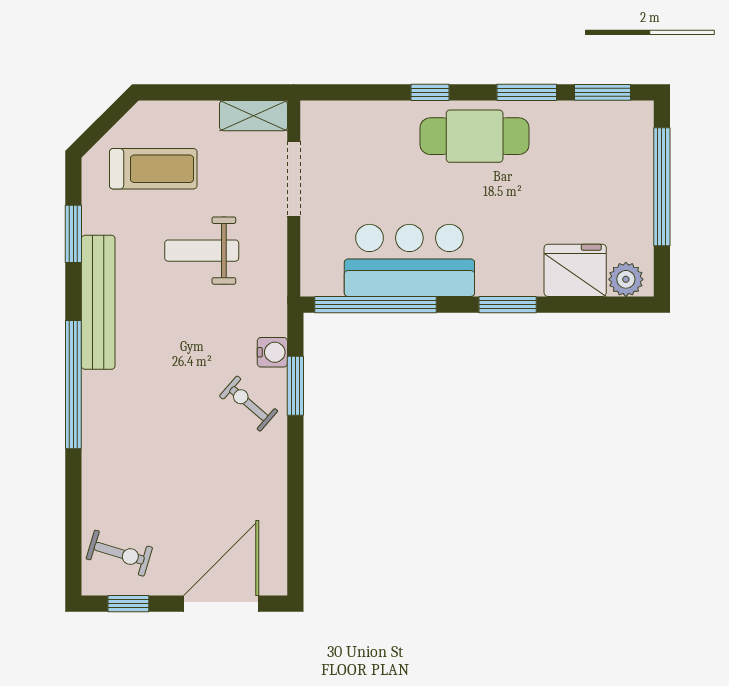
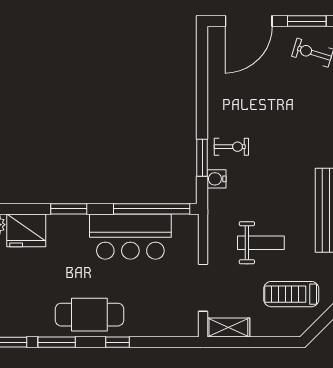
exercise bike: (249, 404) -> (231, 147), turned -41
window: (128, 604) -> (307, 21), width x1.50

